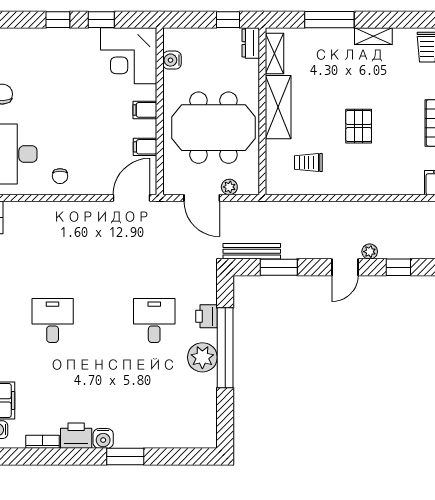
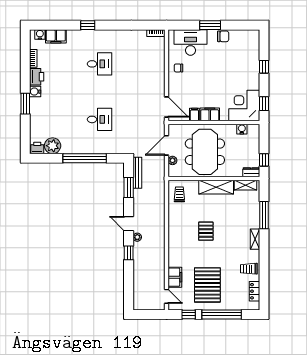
window: (101, 20) -> (264, 104), moved
filing cabinet: (145, 110) -> (210, 114), width x2.00
pallet: (359, 126) -> (206, 231), turned 90
trolley: (308, 162) -> (179, 194), moved
printer: (206, 316) -> (37, 148), moved
plant: (202, 357) -> (53, 146), moved

